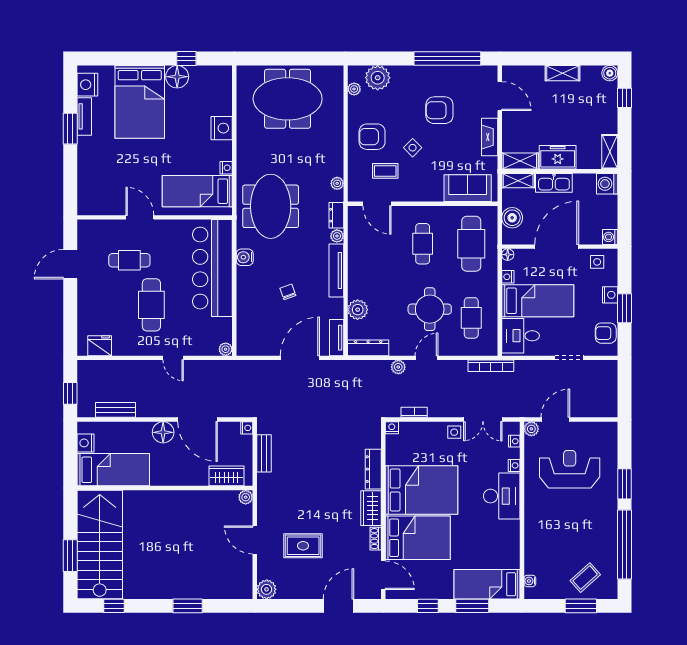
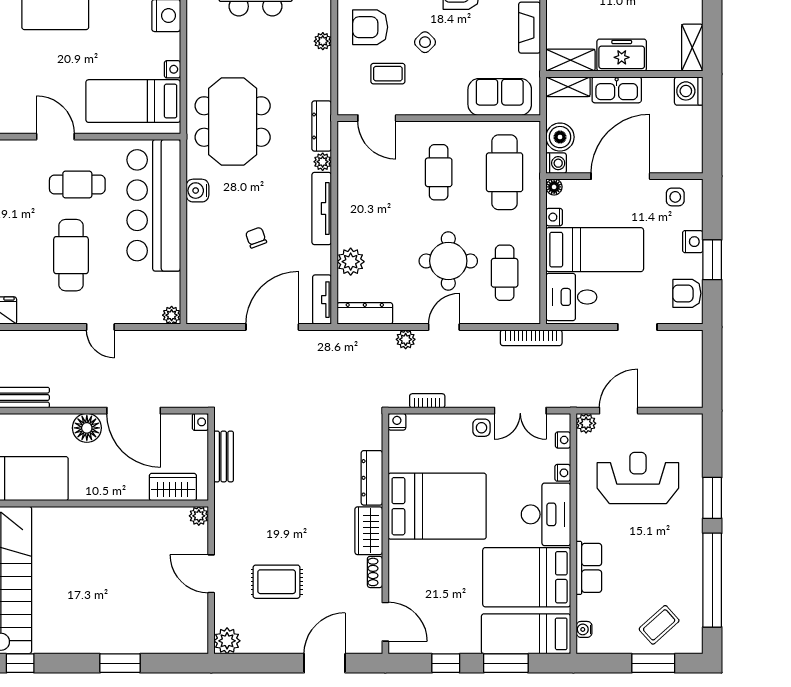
plant: (337, 183) -> (323, 41), moved
dresser: (336, 215) -> (322, 126), width x1.44
washing machine: (610, 237) -> (556, 163), moved, turned 180
cafe table: (129, 260) -> (77, 185), moved
row of seats: (533, 536) -> (589, 568), added
bed: (418, 538) -> (527, 577), moved, turned 180

